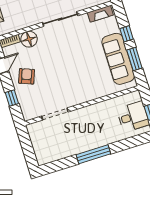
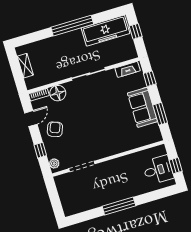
window: (127, 34) -> (150, 79), moved
sofa: (118, 59) -> (142, 107), width x0.73
plant: (26, 111) -> (54, 163), added

